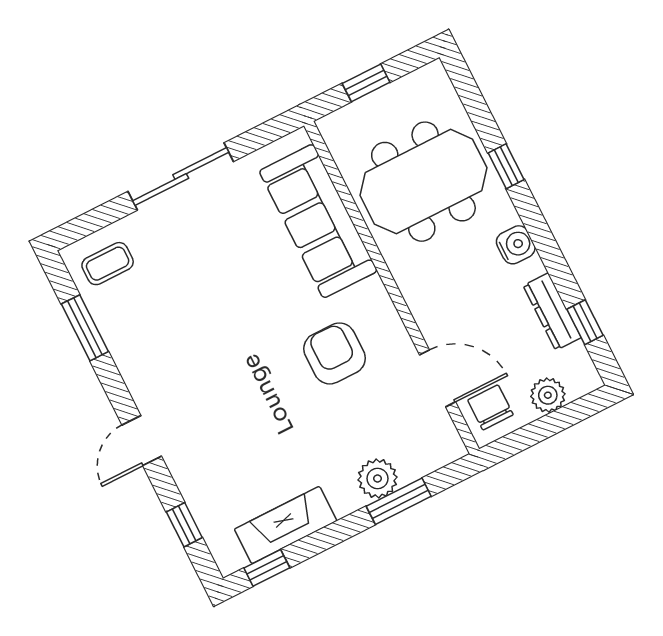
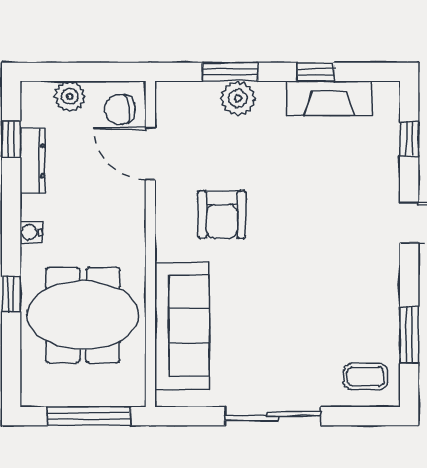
window: (366, 83) -> (89, 416), width x2.17
water cooler: (516, 245) -> (31, 232), width x0.72, depth x0.72
chair: (490, 407) -> (120, 110), turned 82
window: (267, 568) -> (316, 72), moved

